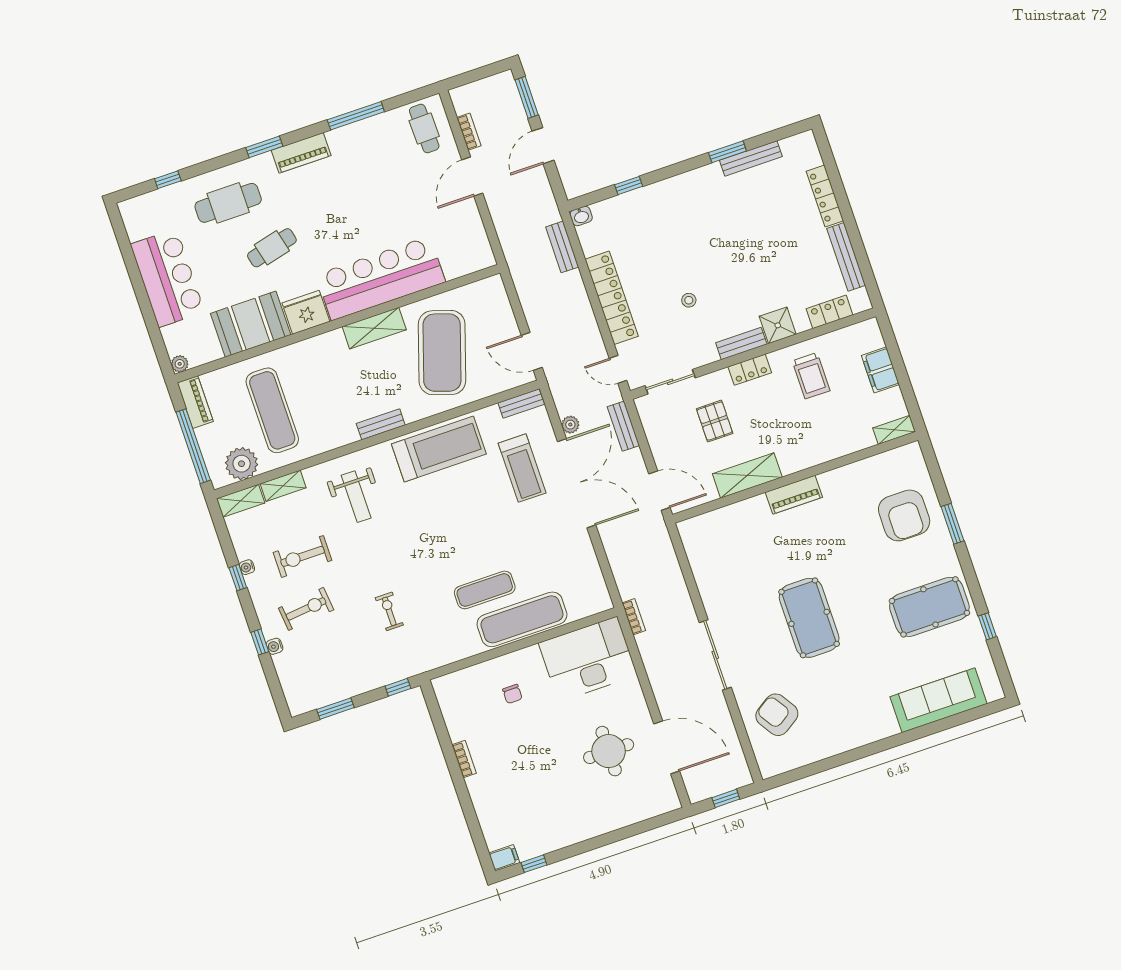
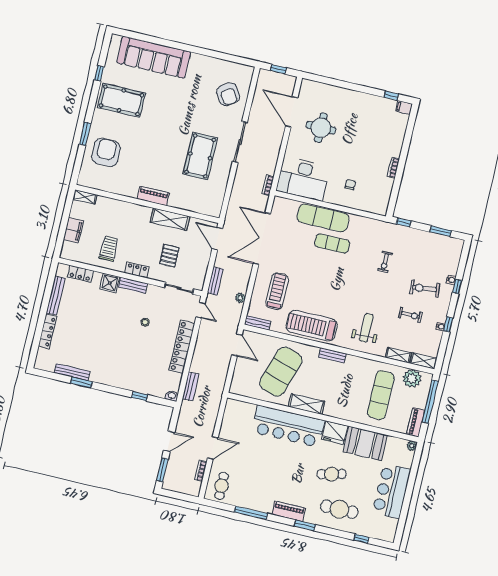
double door: (577, 483) -> (262, 239), moved
exercise bike: (303, 556) -> (410, 315), width x0.73, depth x0.72
pool table: (809, 618) -> (200, 156), moved
sofa: (939, 700) -> (154, 57), width x1.36, depth x1.27

